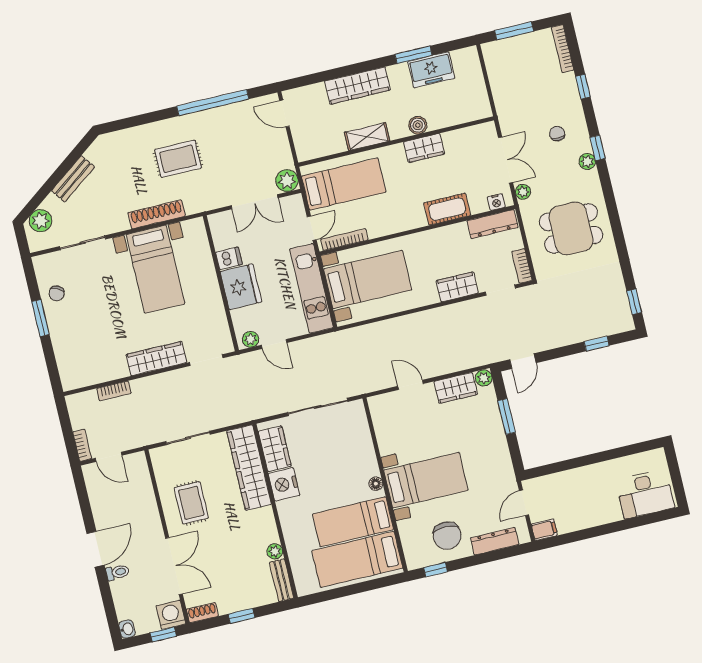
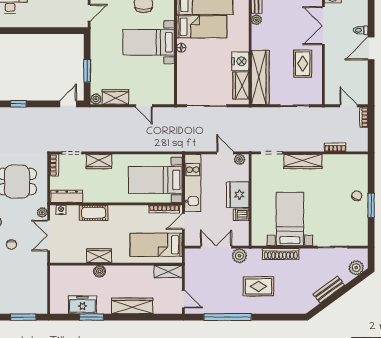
shelving: (367, 137) -> (168, 272), moved
plant: (287, 181) -> (239, 256), moved
chair: (57, 293) -> (357, 196), moved

